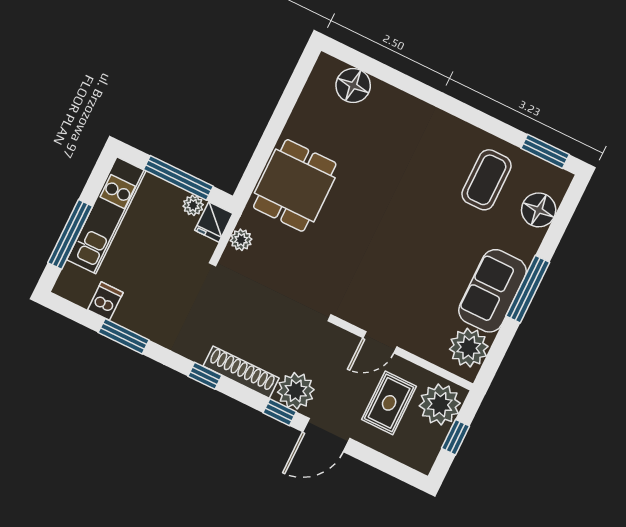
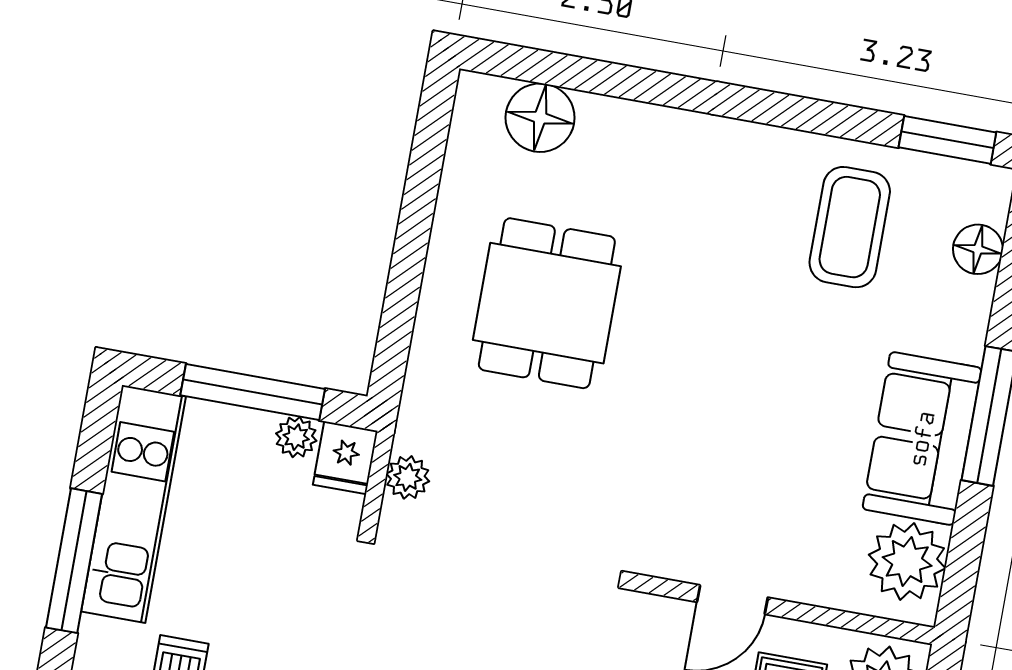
dining table: (295, 185) -> (547, 303), moved
floor lamp: (539, 210) -> (978, 249), width x0.73, depth x0.73

